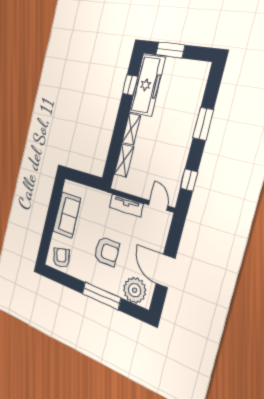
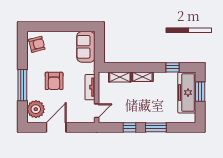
freezer: (147, 85) -> (187, 93), moved, turned 90
window: (189, 180) -> (129, 127), moved
sofa: (67, 215) -> (86, 47), moved, turned 90

